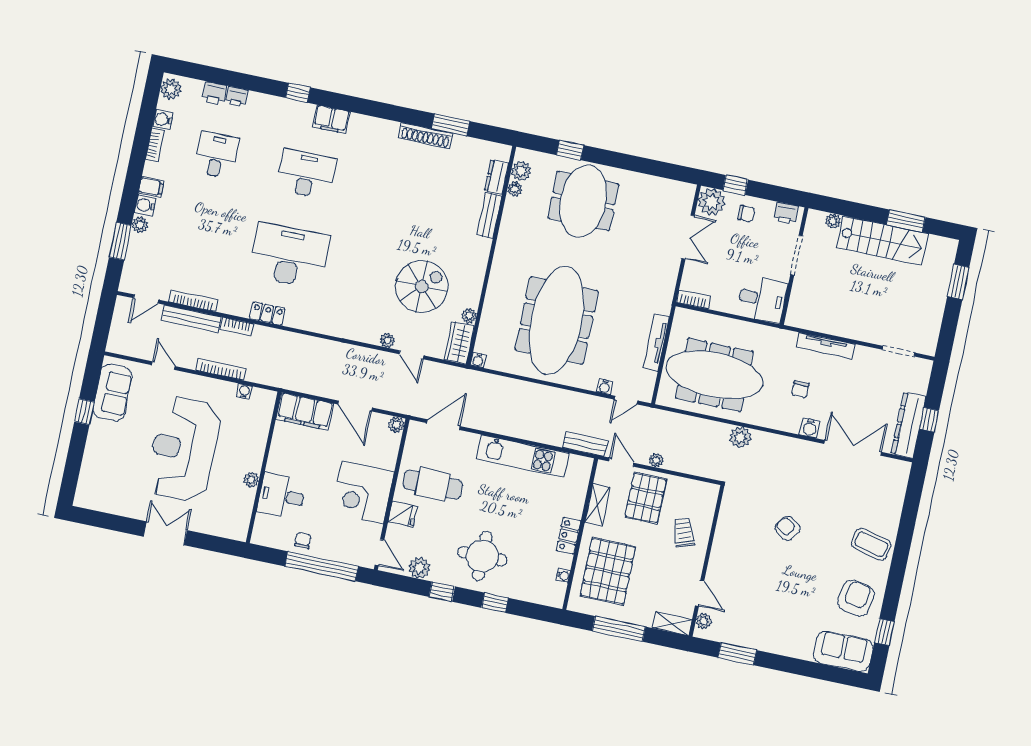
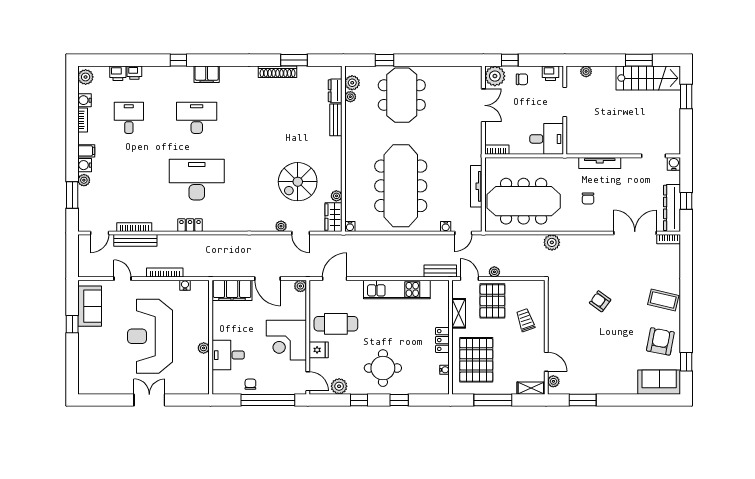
stairs: (883, 241) -> (648, 78), moved
spiral stairs: (422, 286) -> (298, 182), turned 180
bookcase: (237, 327) -> (669, 239), moved
water cooler: (810, 428) -> (674, 164), moved, turned 180

